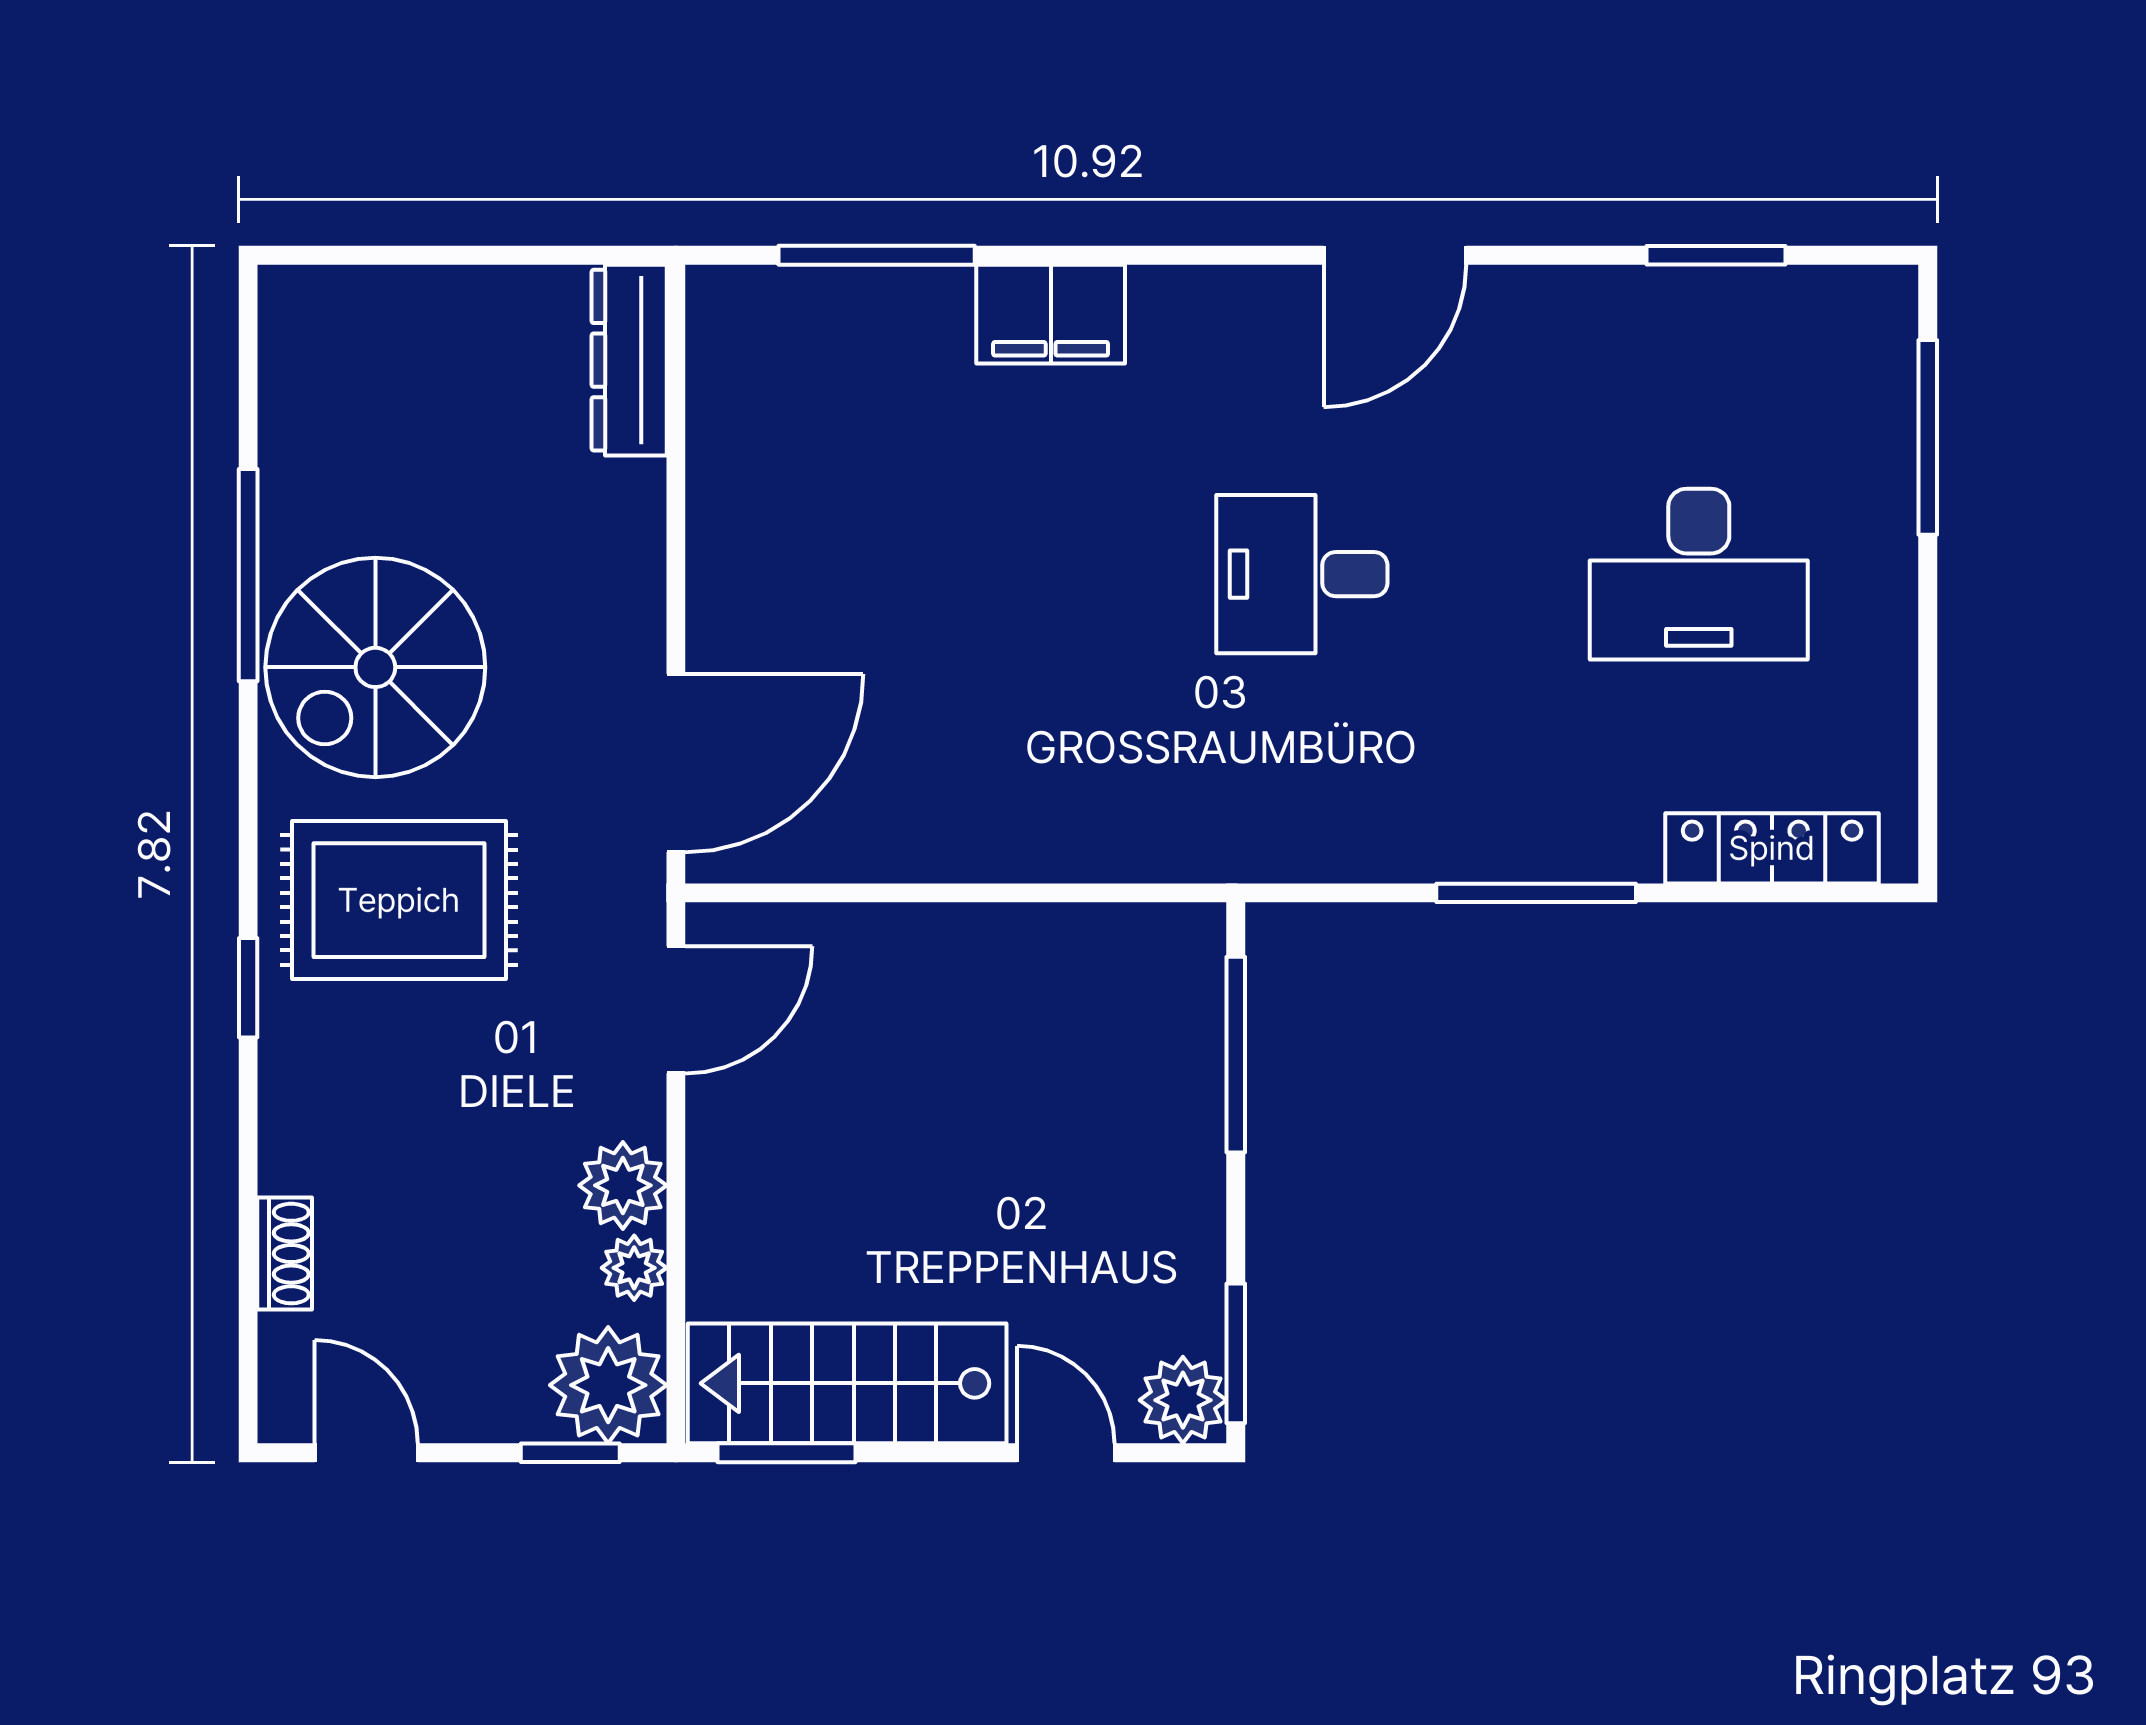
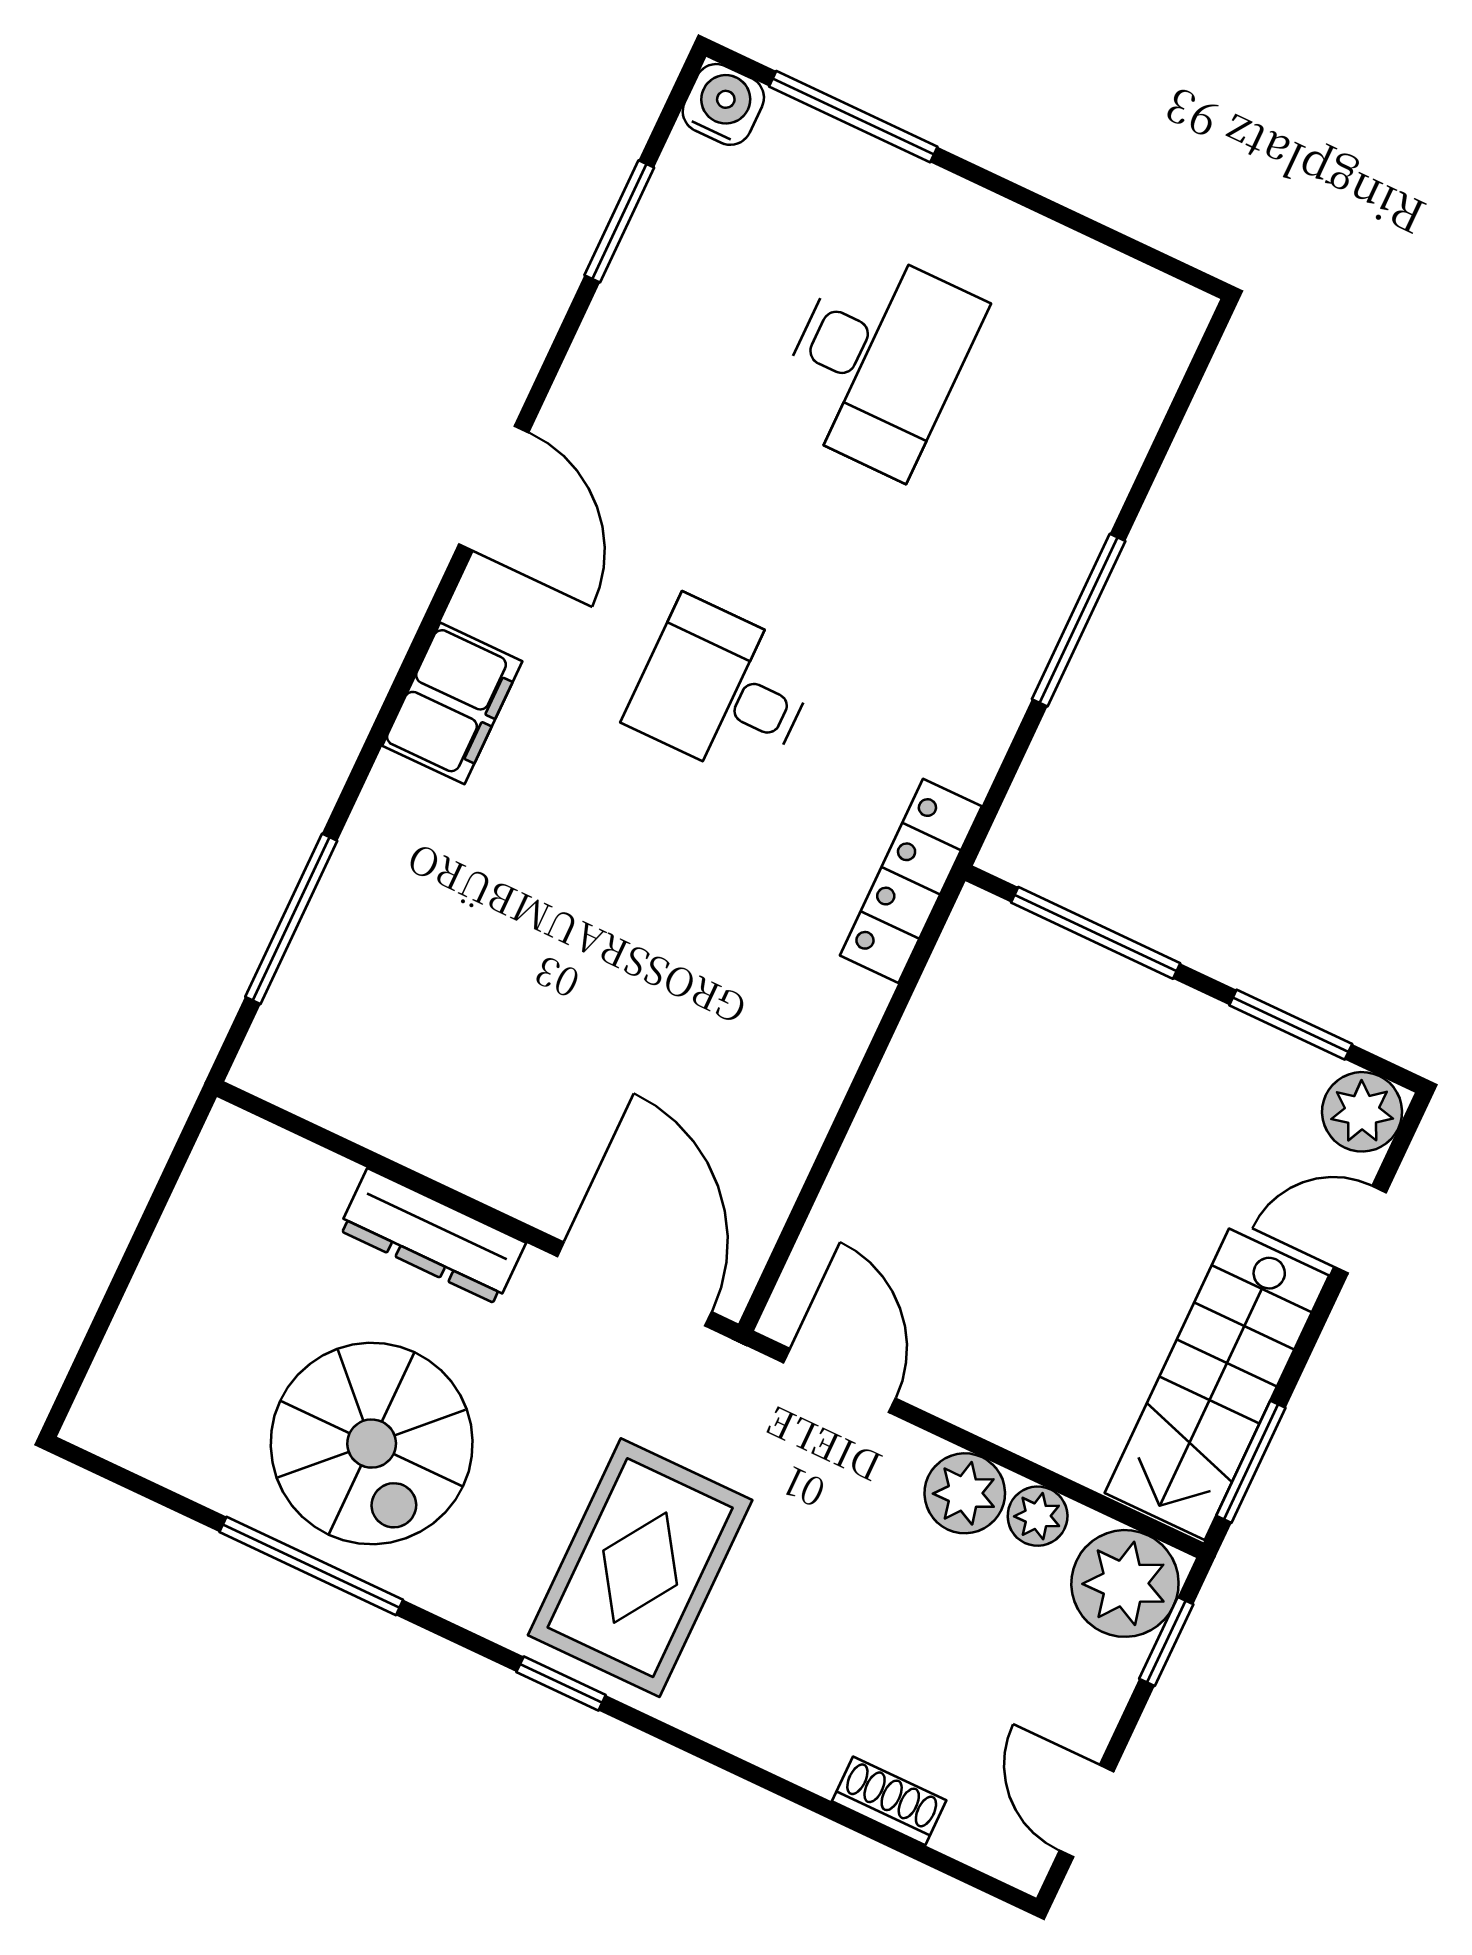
water cooler: (1879, 304) -> (723, 104), added
filing cabinet: (1051, 314) -> (452, 703), moved
dresser: (629, 360) -> (432, 1236), moved
desk: (1302, 574) -> (722, 690), turned 90
spiral stairs: (375, 667) -> (372, 1444), moved
locker: (1772, 848) -> (911, 881), moved
window: (248, 988) -> (561, 1684), moved
window: (1236, 1353) -> (1291, 1025), moved
door: (366, 1453) -> (1086, 1811), hinge flipped

